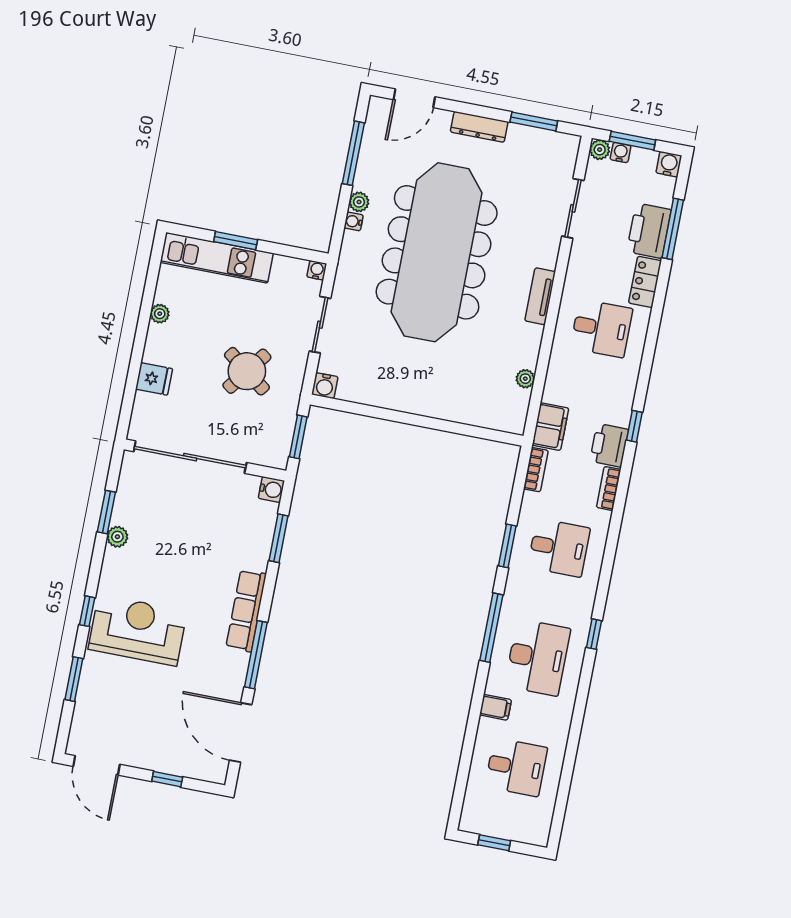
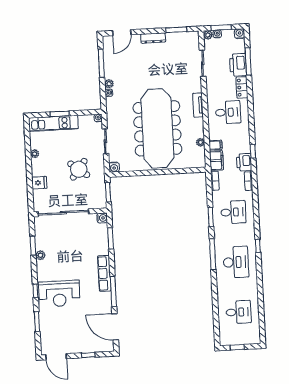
meeting table: (437, 252) -> (157, 128), moved
reception desk: (138, 630) -> (59, 294), turned 180
filing cabinet: (495, 707) -> (216, 145), moved

